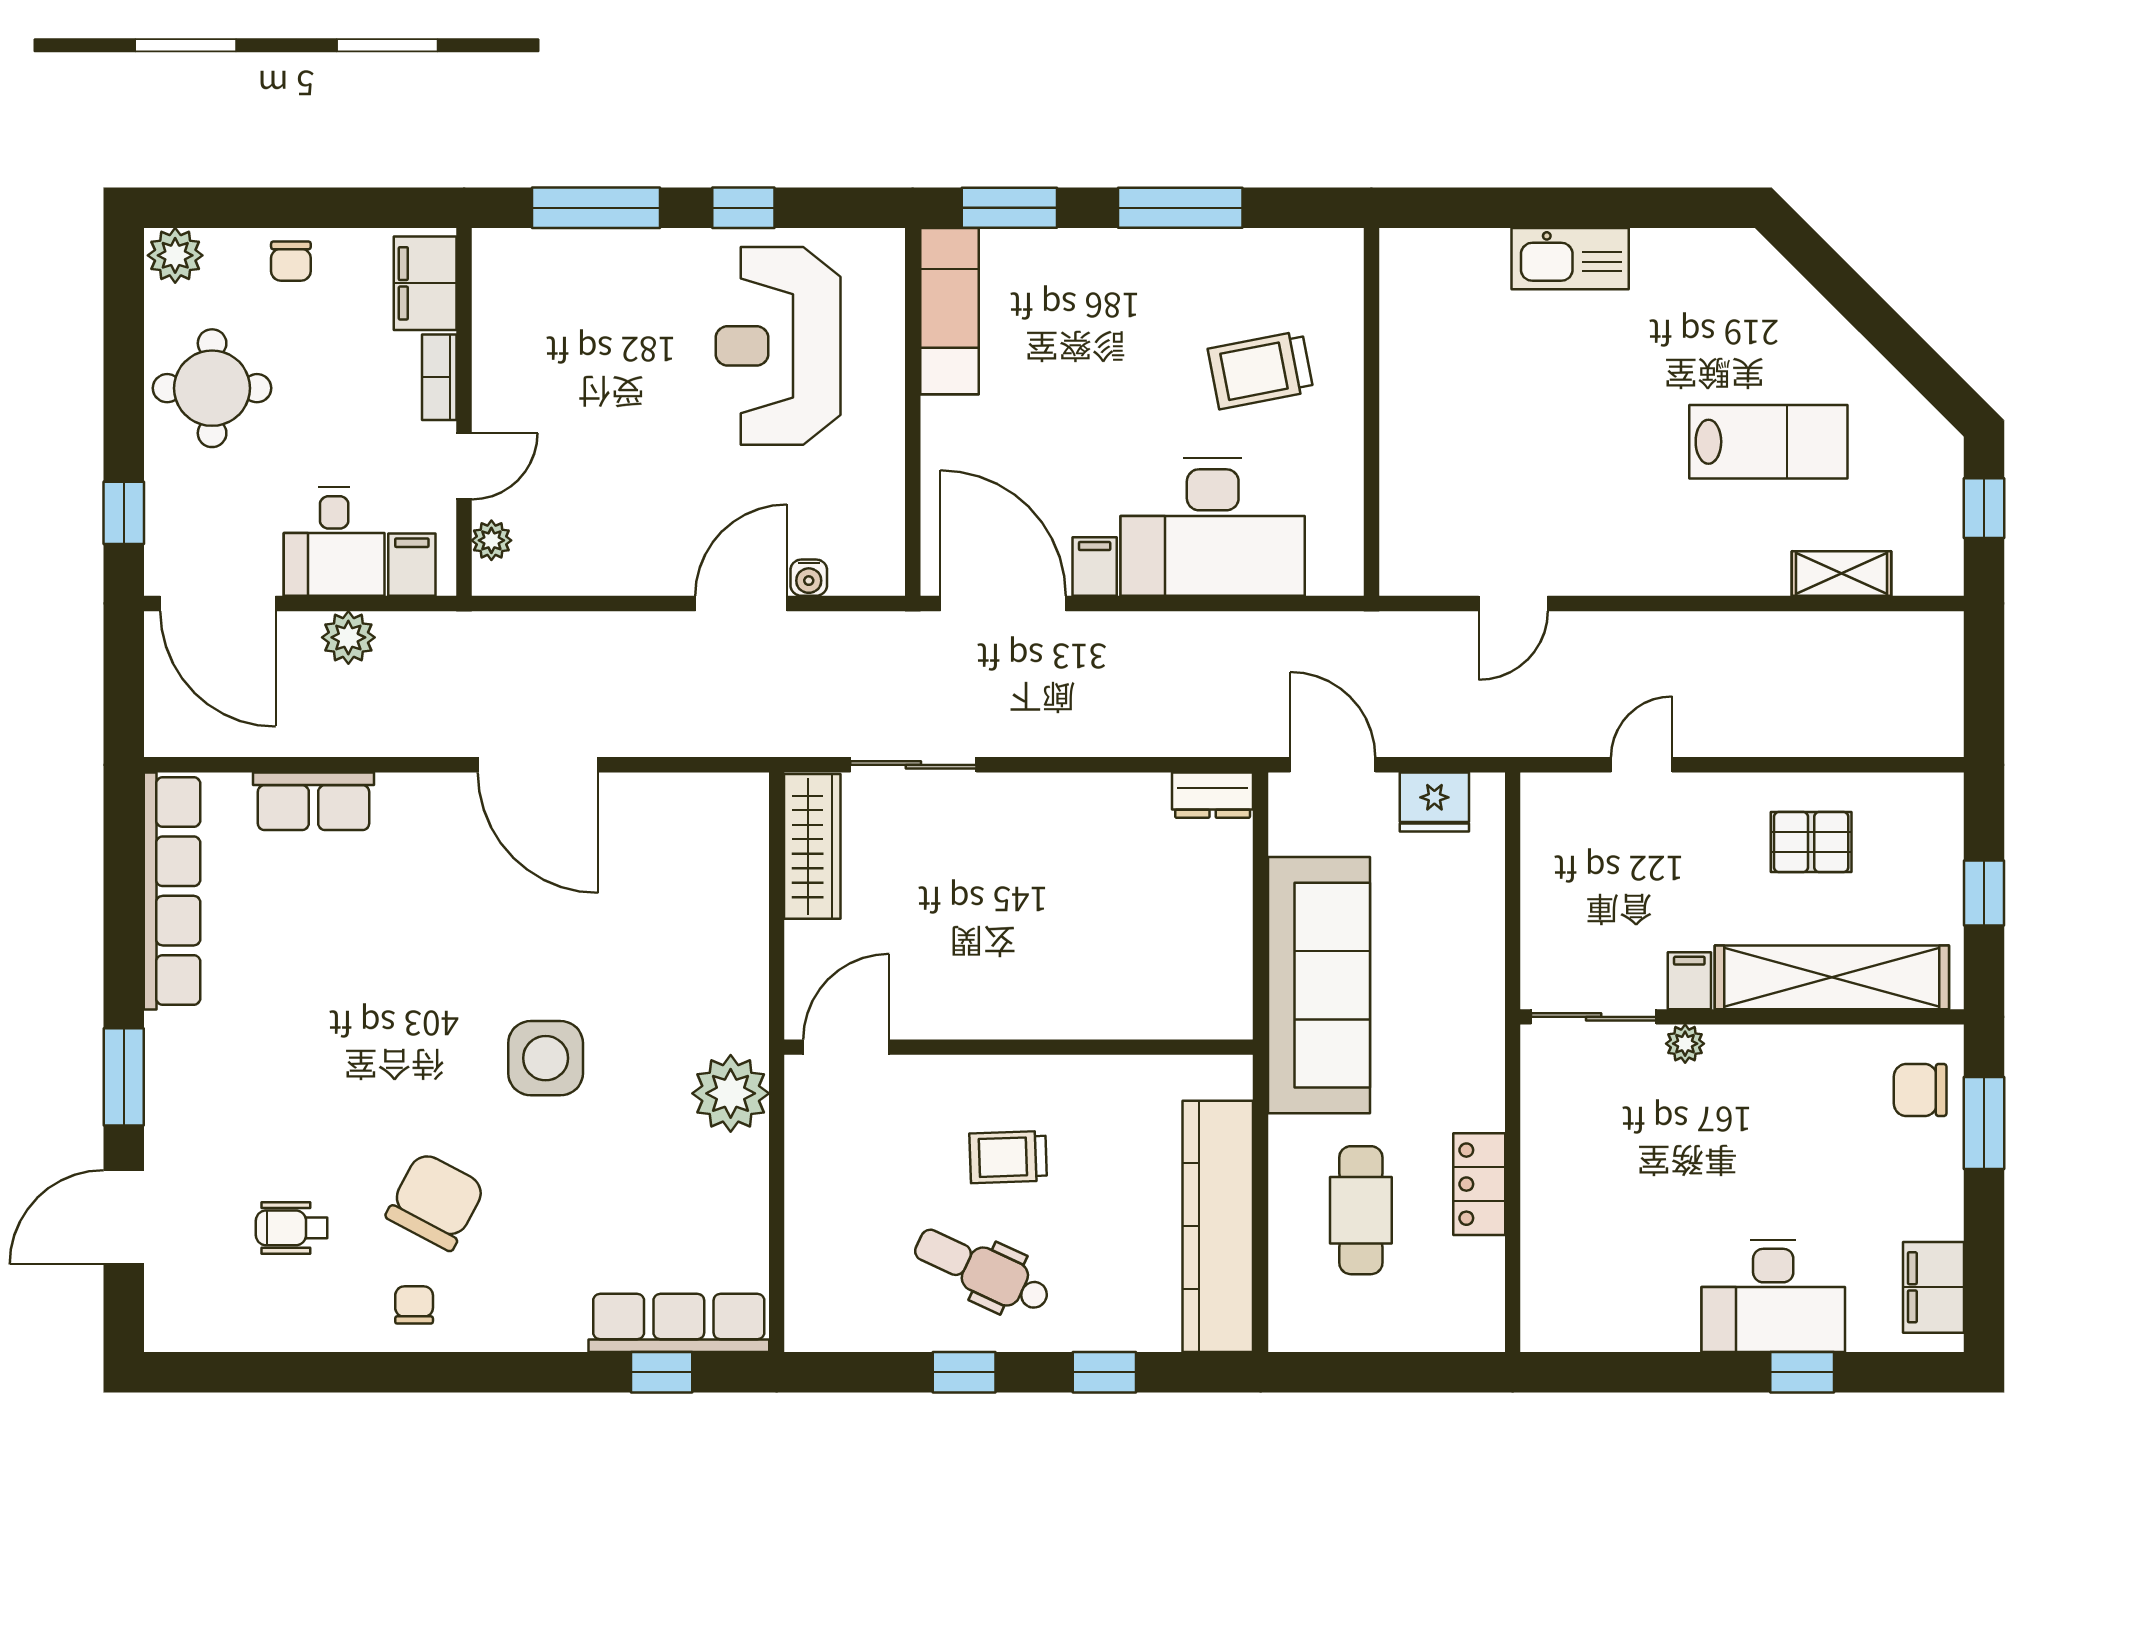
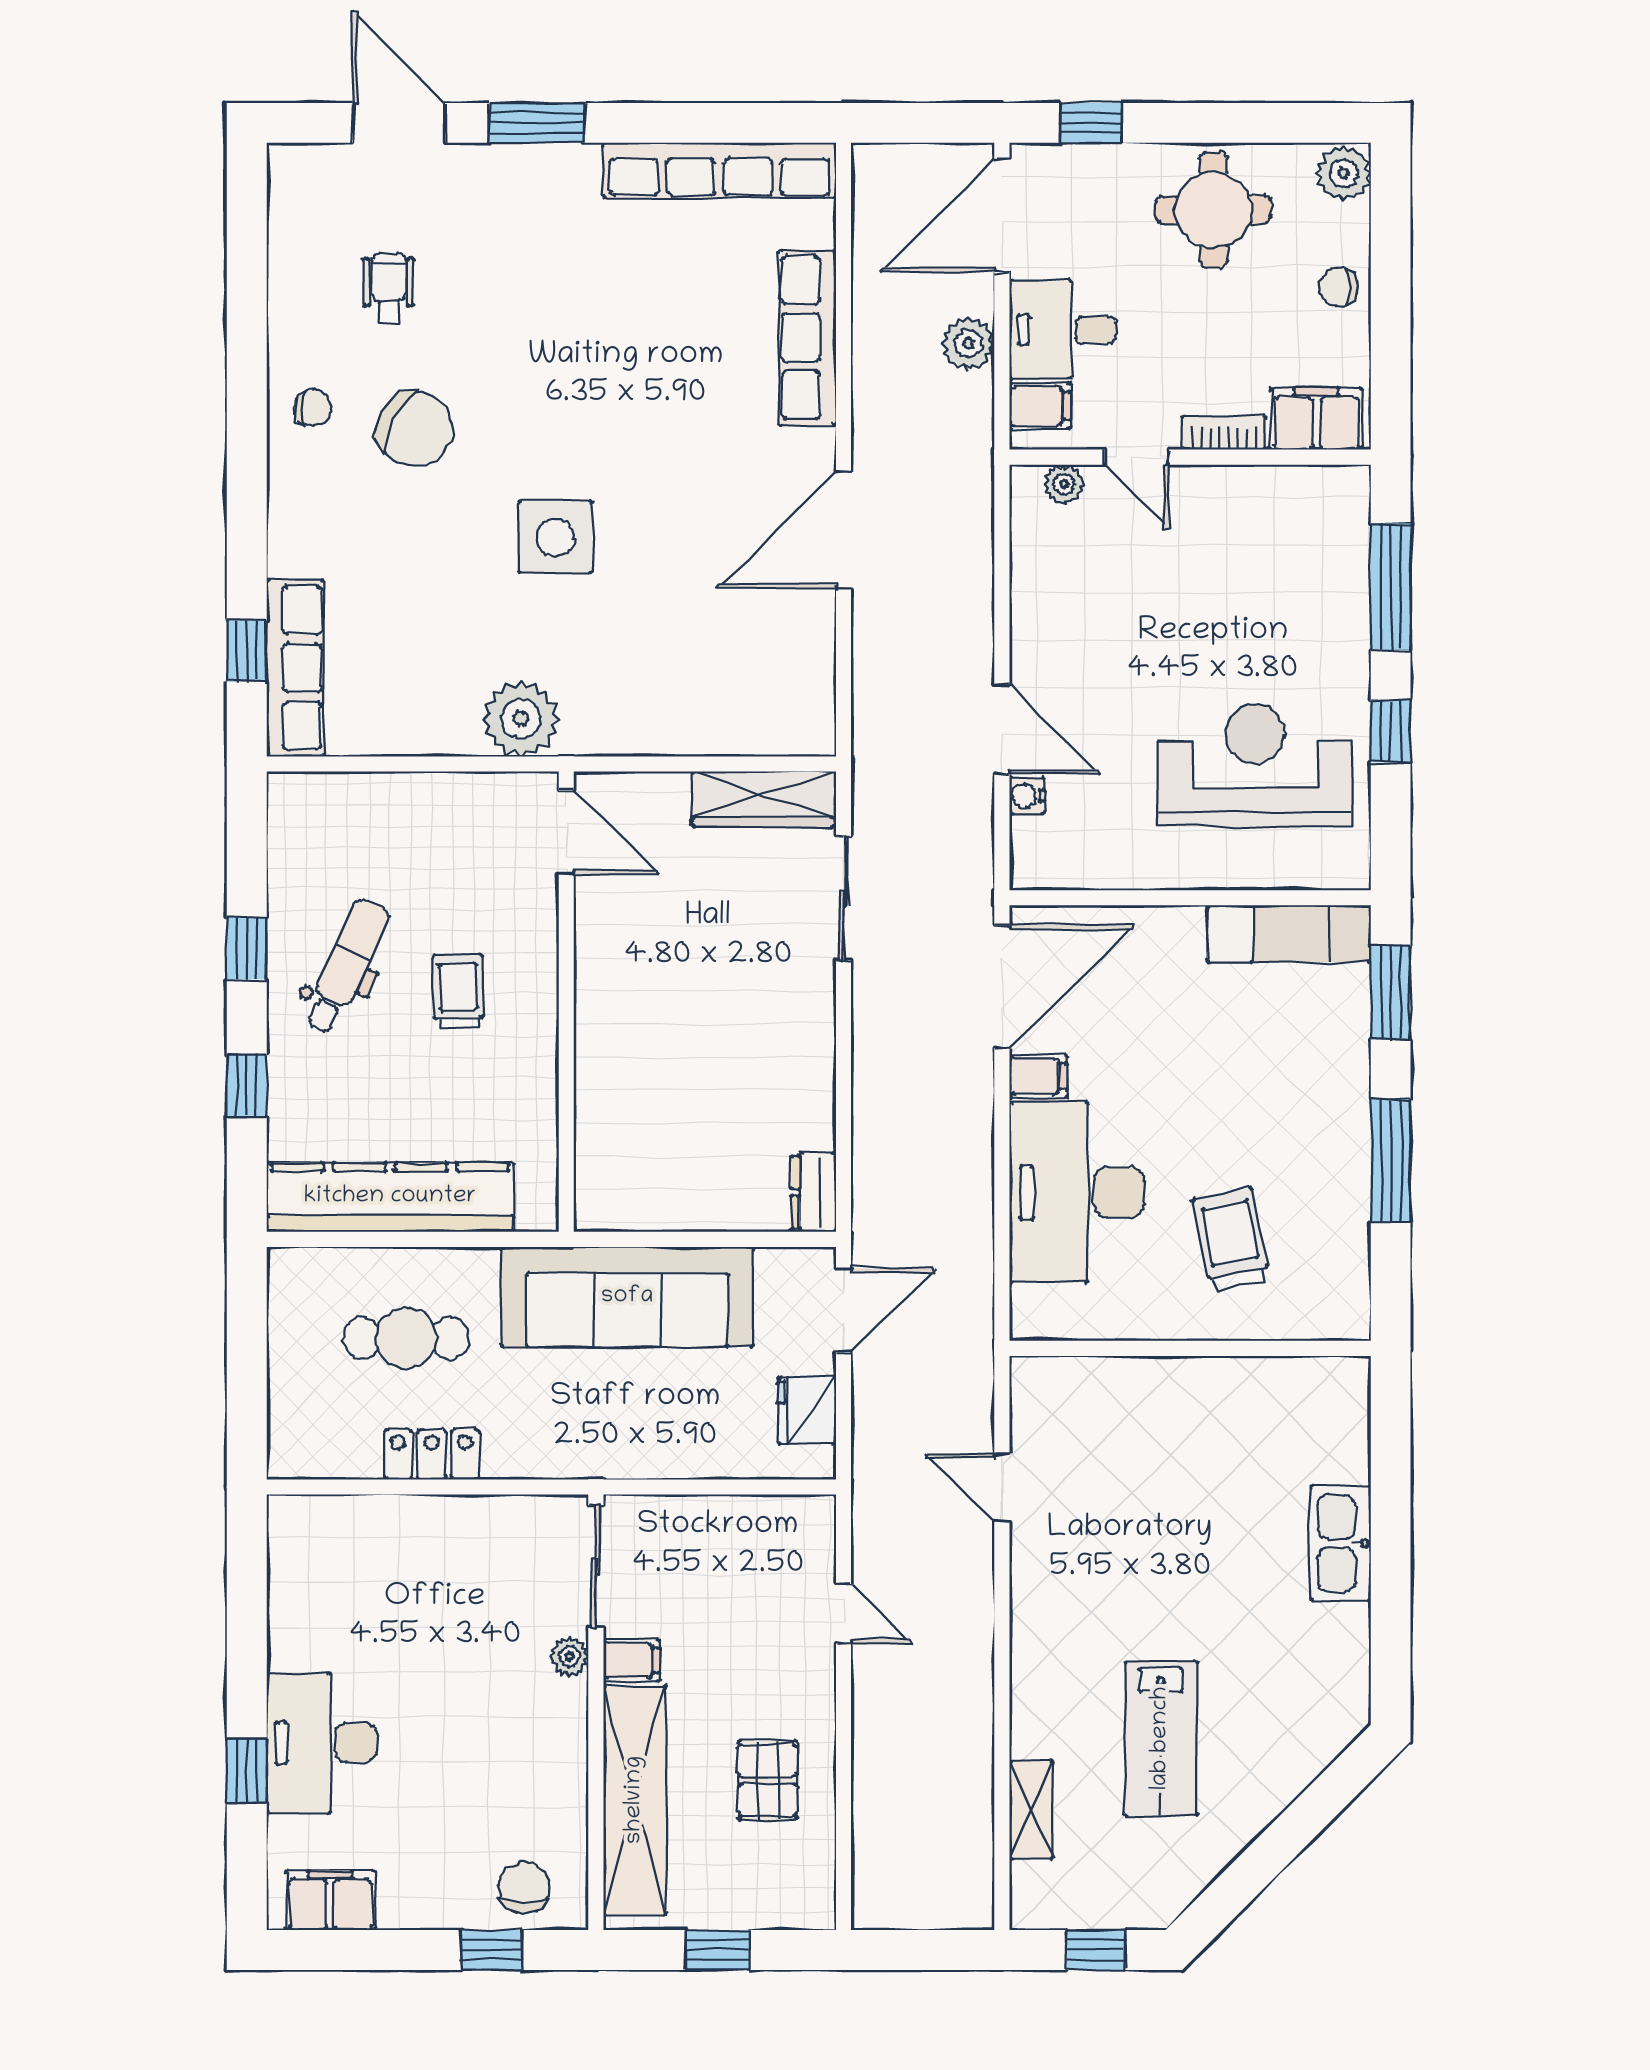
row of seats: (313, 801) -> (808, 338), width x1.48
window: (1984, 1123) -> (492, 1950), width x0.67

